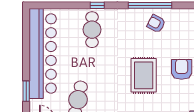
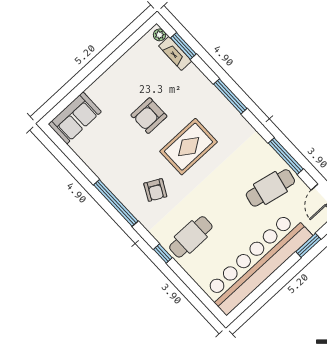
armchair: (156, 24) -> (155, 190), moved

